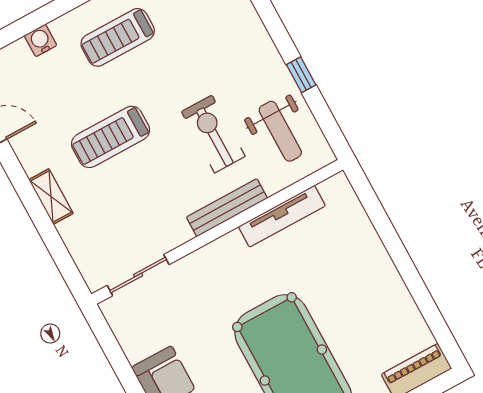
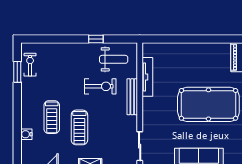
treadmill: (118, 37) -> (52, 117), moved
exercise bike: (213, 134) -> (100, 86), turned 180

